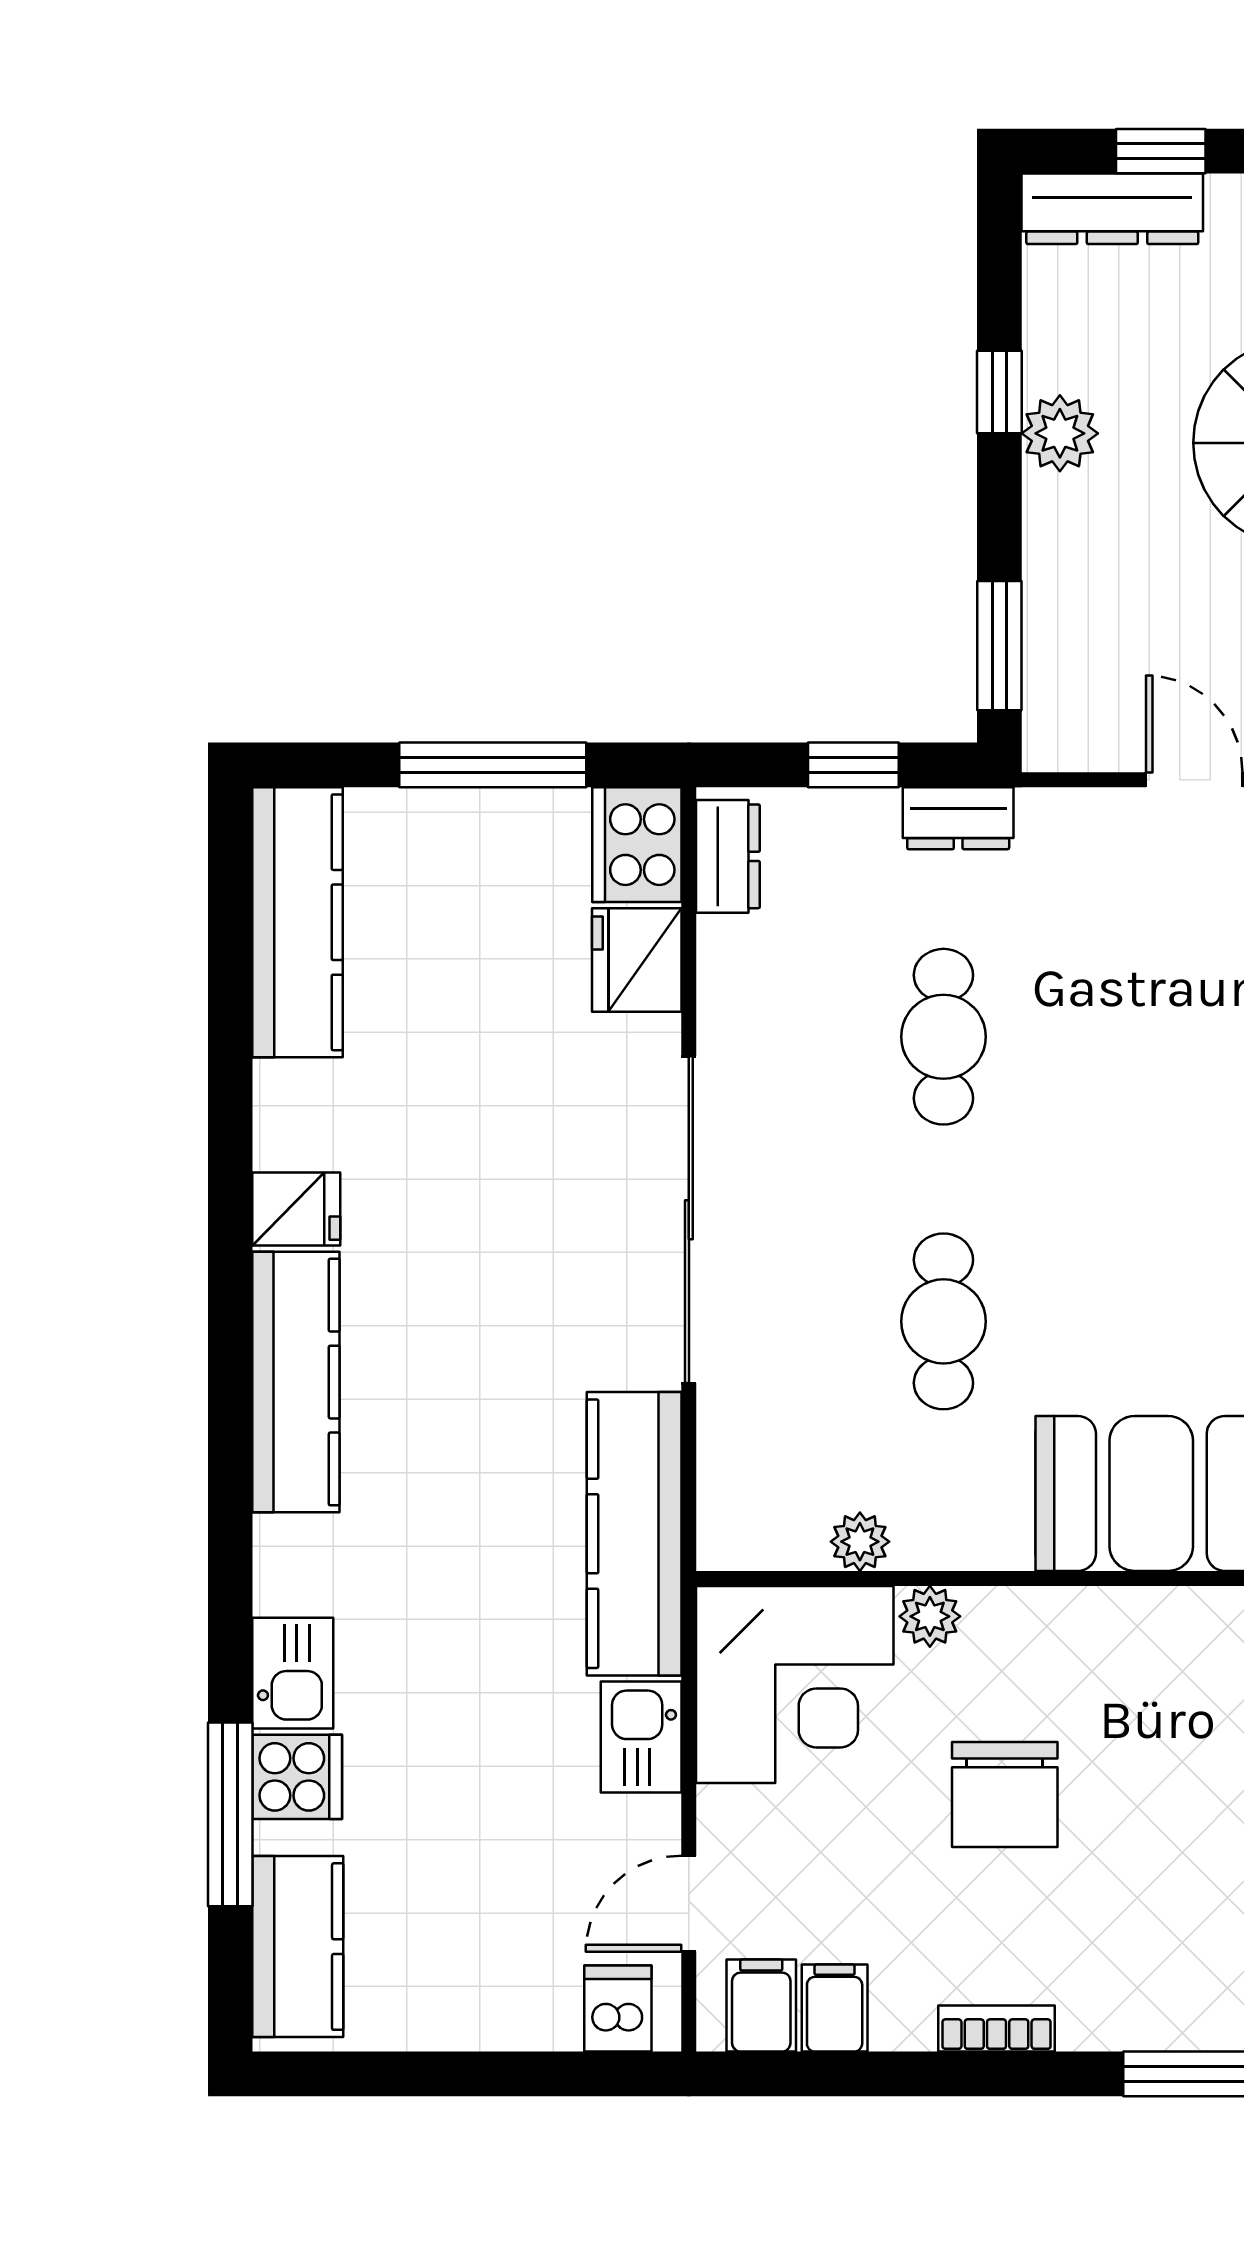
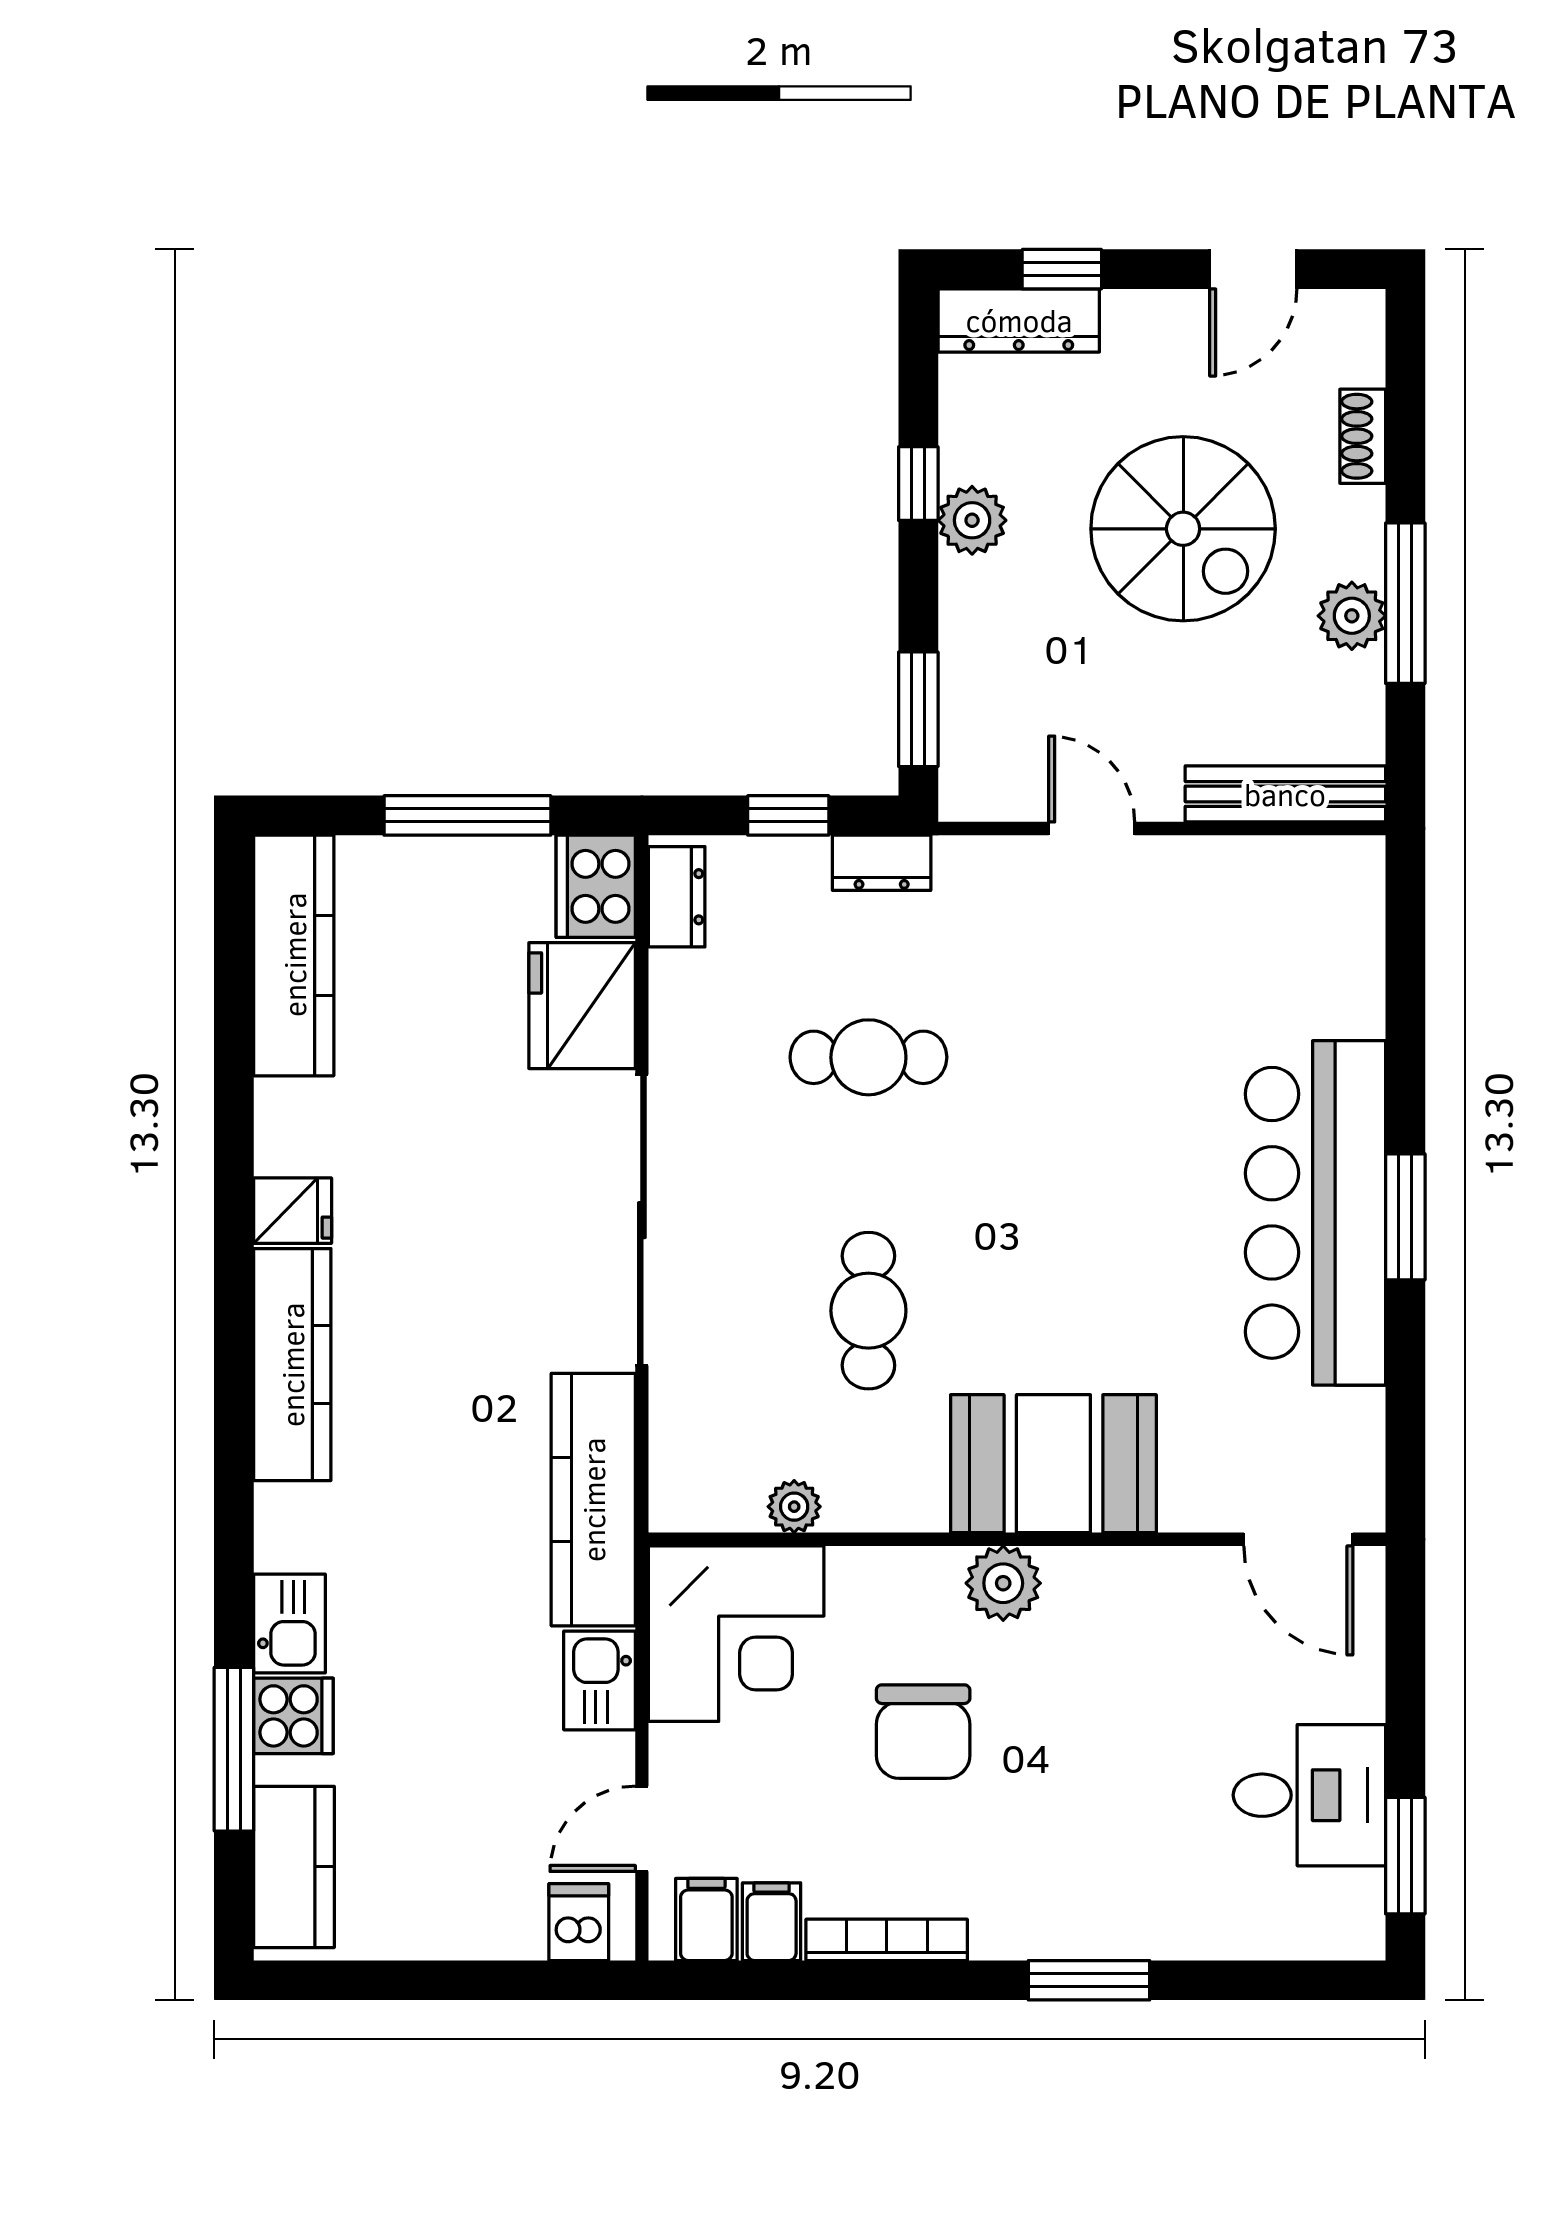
fridge: (637, 960) -> (582, 1006), width x1.36, depth x1.34
cafe table: (943, 1037) -> (868, 1057), turned 90
plant: (930, 1616) -> (1003, 1583), moved, width x1.38, depth x1.38
bookcase: (997, 2029) -> (887, 1940), width x1.56

